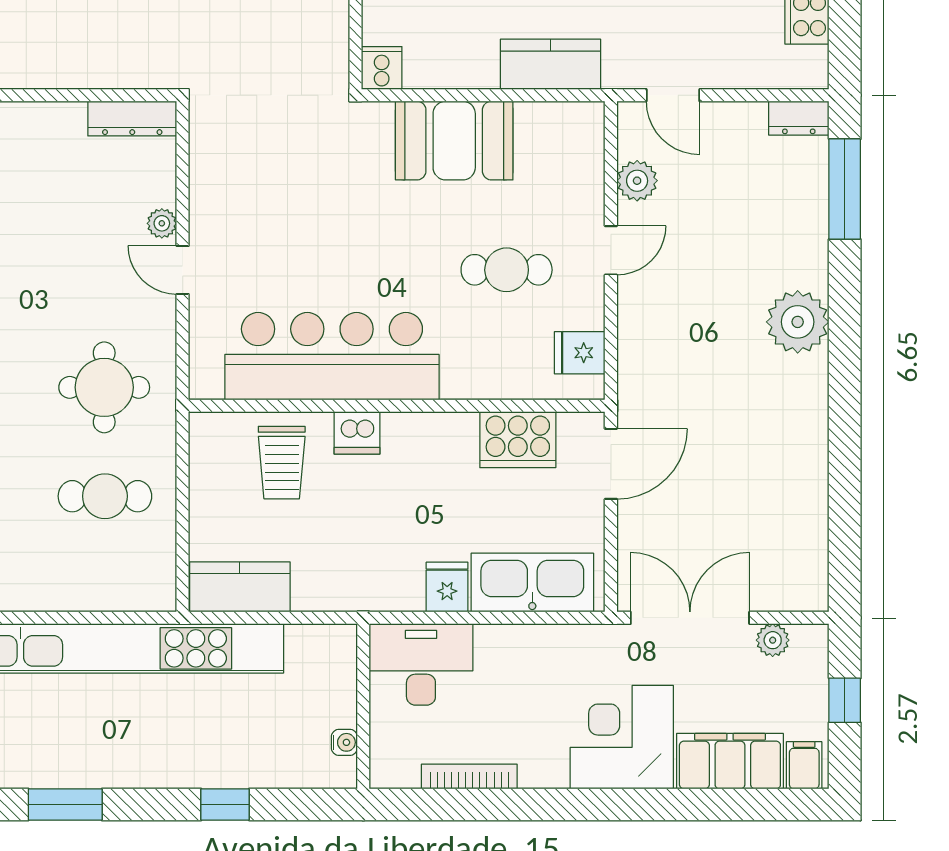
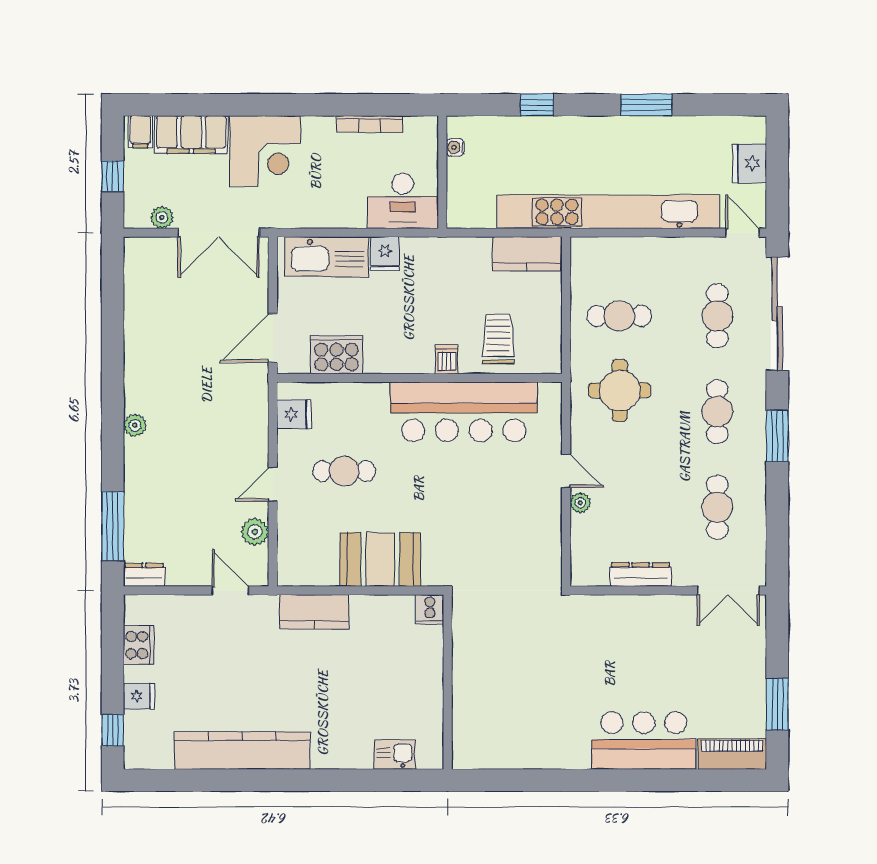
dresser: (132, 119) -> (641, 575), moved
plant: (798, 322) -> (135, 425), width x0.53, depth x0.53
dishwasher: (357, 433) -> (447, 359), width x0.73

